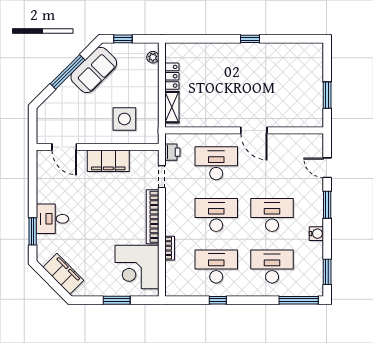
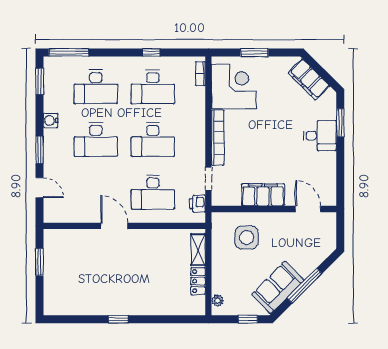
bookcase: (170, 248) -> (200, 74), moved

